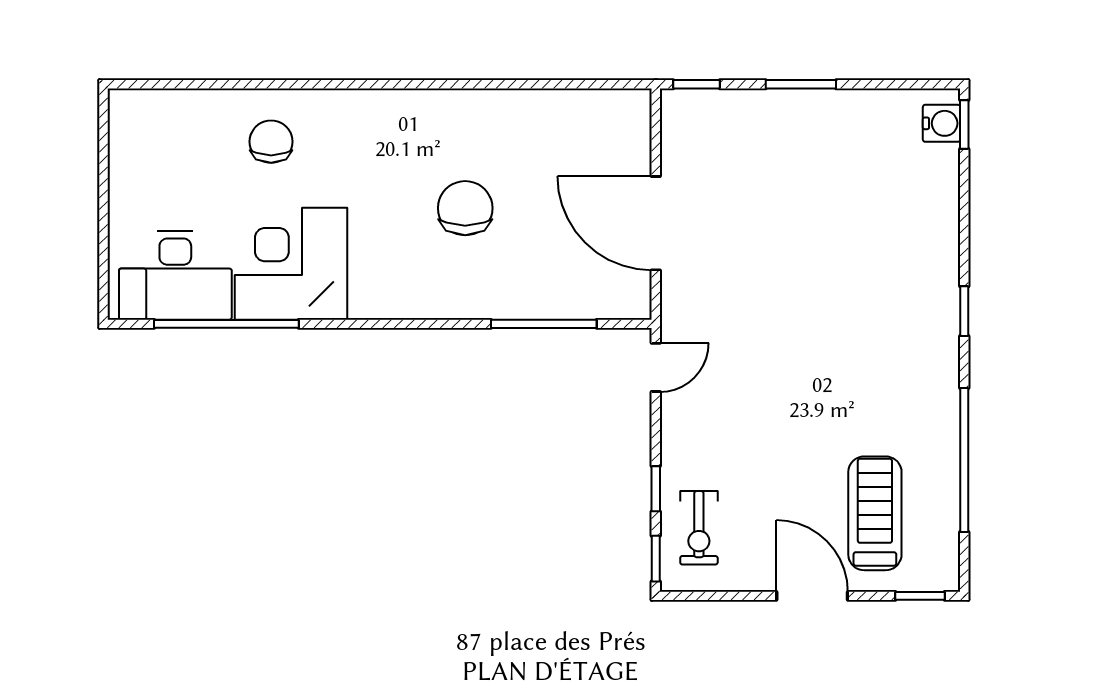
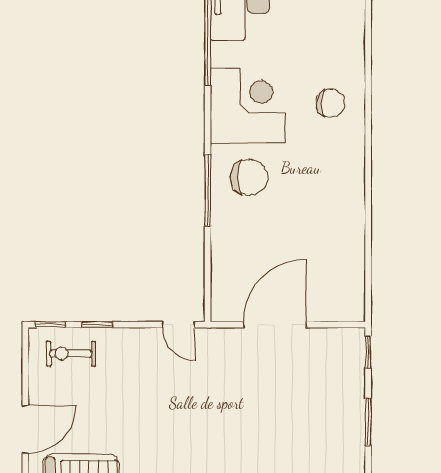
chair: (271, 142) -> (330, 103), moved
chair: (465, 208) -> (249, 177), moved
corner desk: (291, 264) -> (248, 106), moved
window: (544, 324) -> (208, 191), moved

